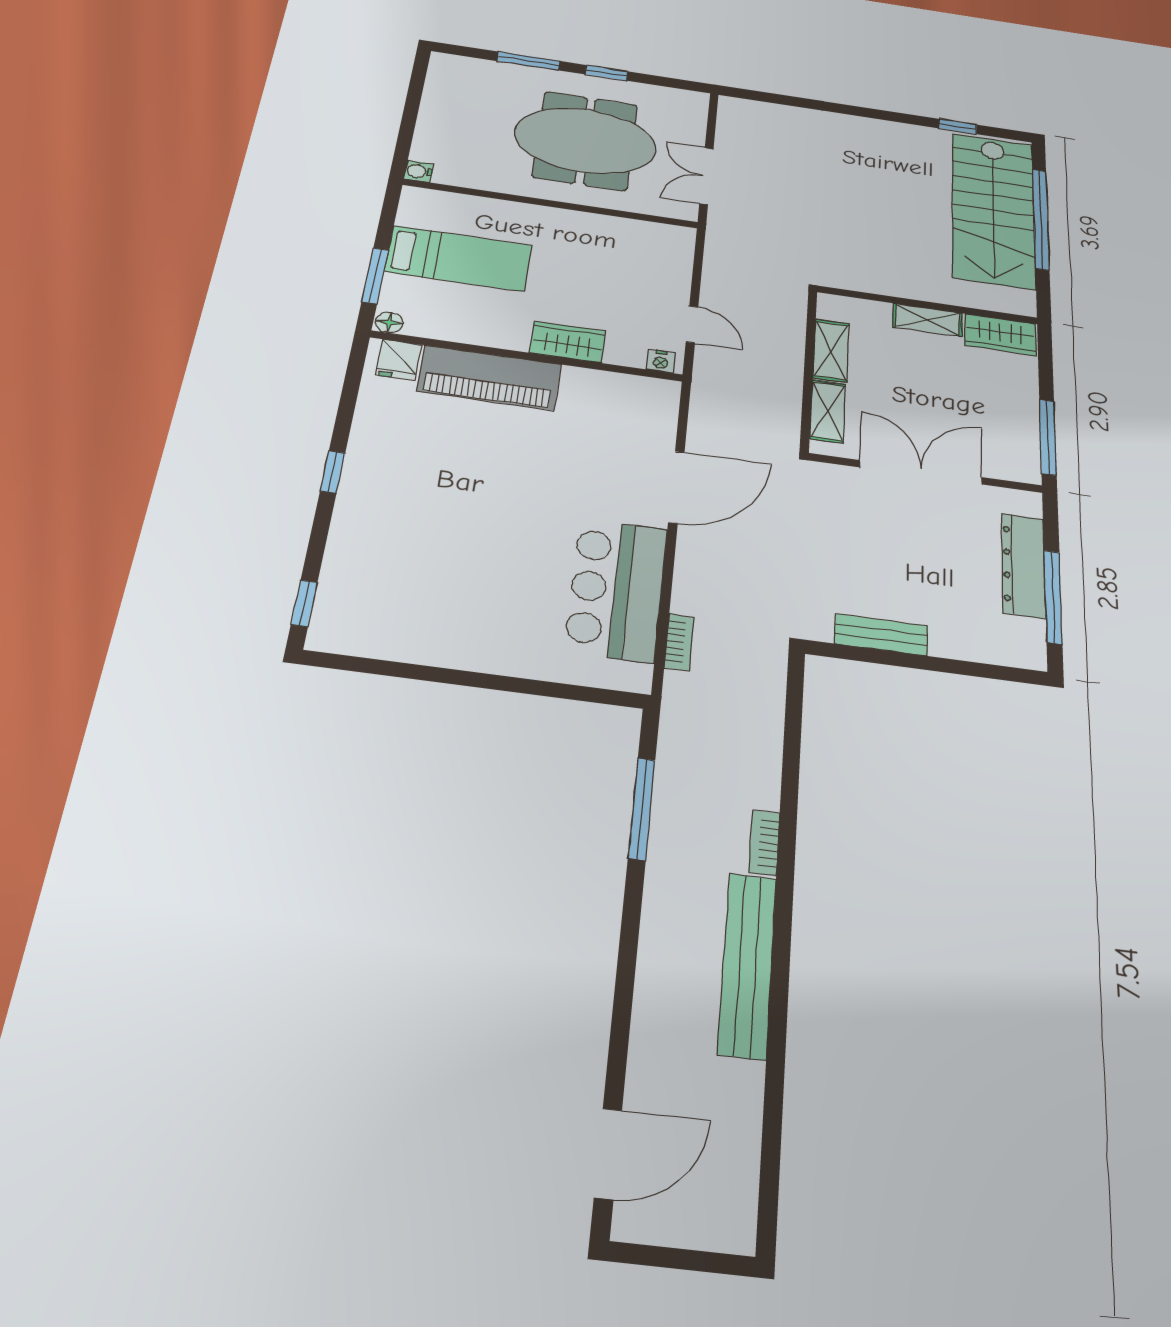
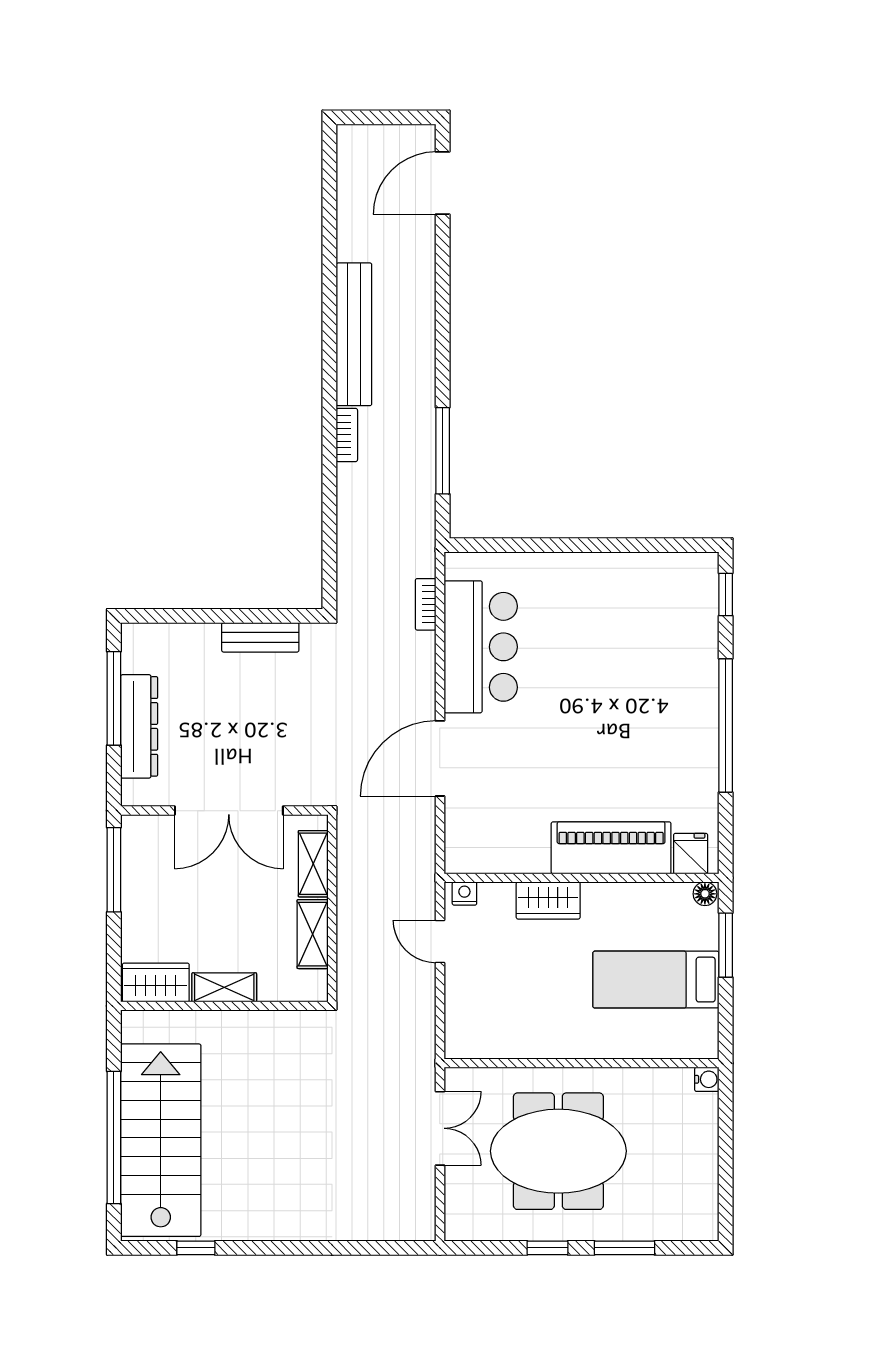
window: (333, 472) -> (726, 725), width x3.17

